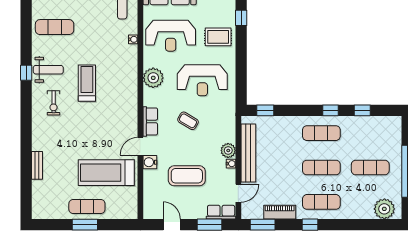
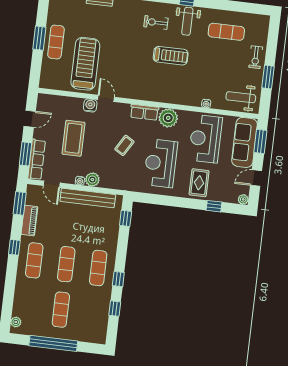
exercise mat: (55, 27) -> (226, 32), turned 90
row of seats: (150, 121) -> (144, 112), moved
plant: (384, 209) -> (16, 322), width x0.53, depth x0.53
row of seats: (221, 212) -> (37, 160), width x1.48

